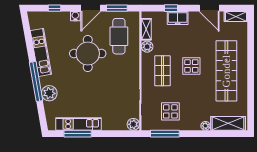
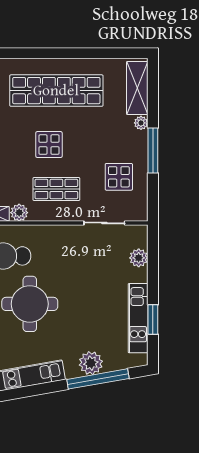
window: (36, 81) -> (98, 379), moved
plant: (133, 124) -> (139, 258), moved
window: (78, 134) -> (153, 320), width x0.69
window: (165, 134) -> (153, 151), moved

